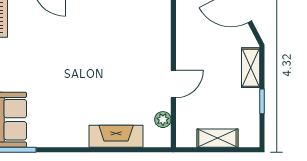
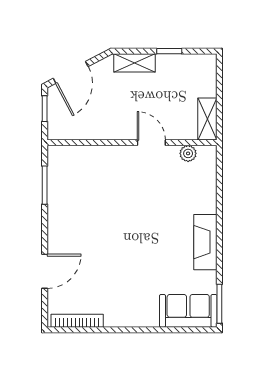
fireplace: (116, 136) -> (205, 242), moved
shelving: (217, 138) -> (207, 119), moved

